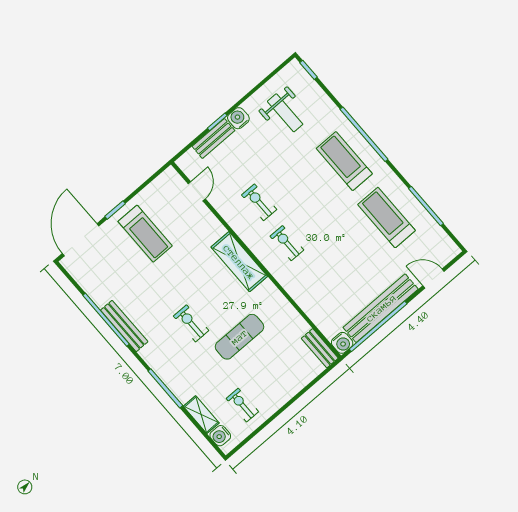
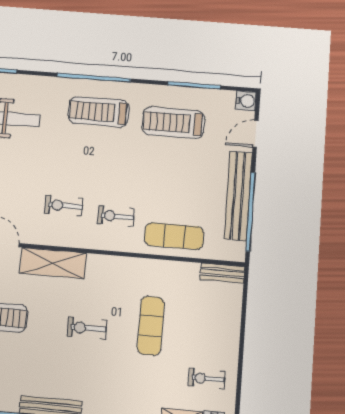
shelving: (239, 262) -> (53, 263), moved
exercise mat: (312, 294) -> (174, 236), added
exercise bike: (191, 323) -> (87, 328), moved
water cooler: (342, 343) -> (246, 101), moved

